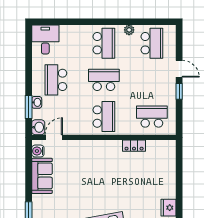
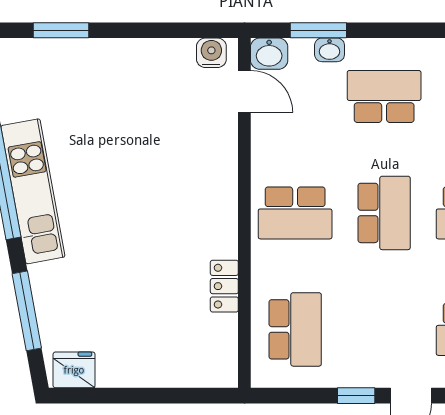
sofa: (42, 176) -> (151, 63), removed

